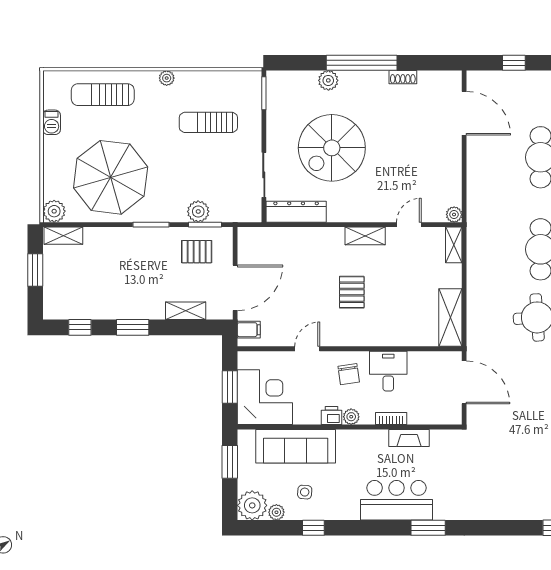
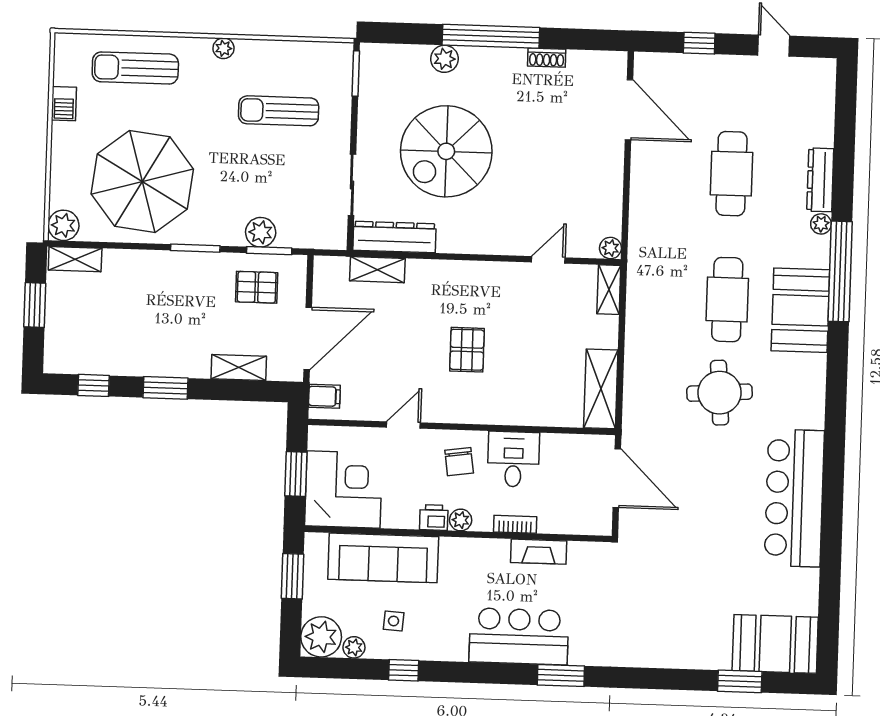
shelving: (365, 236) -> (377, 270), moved

